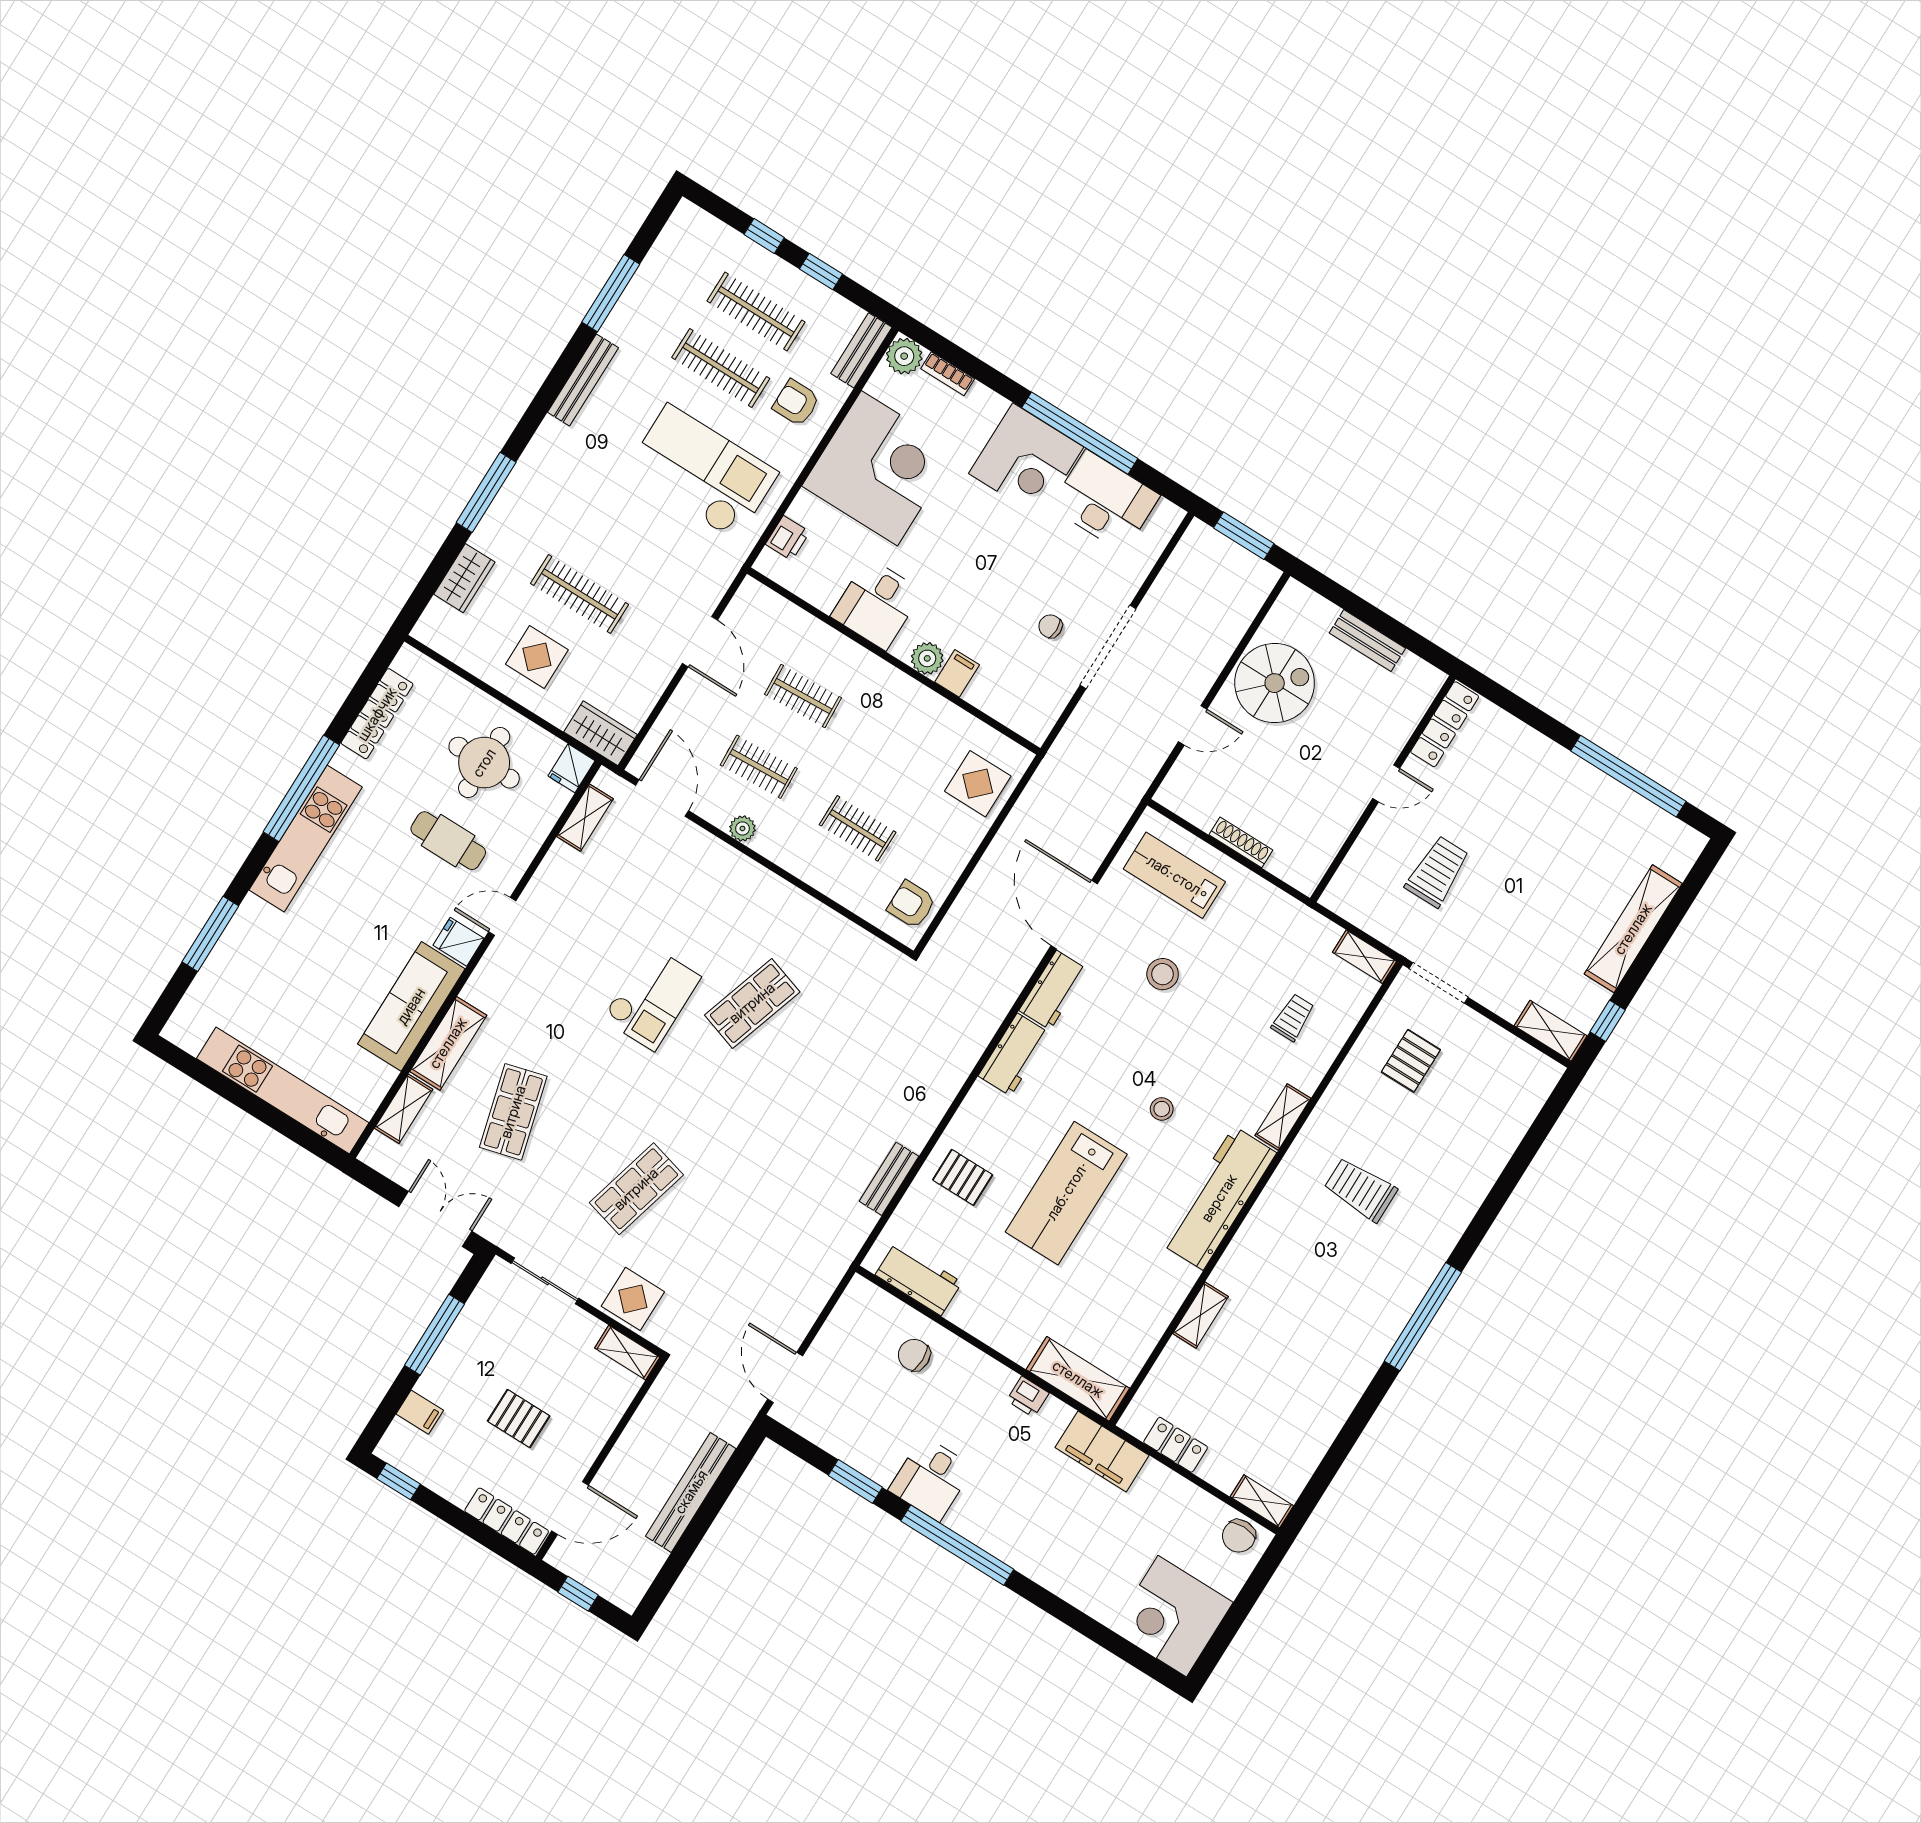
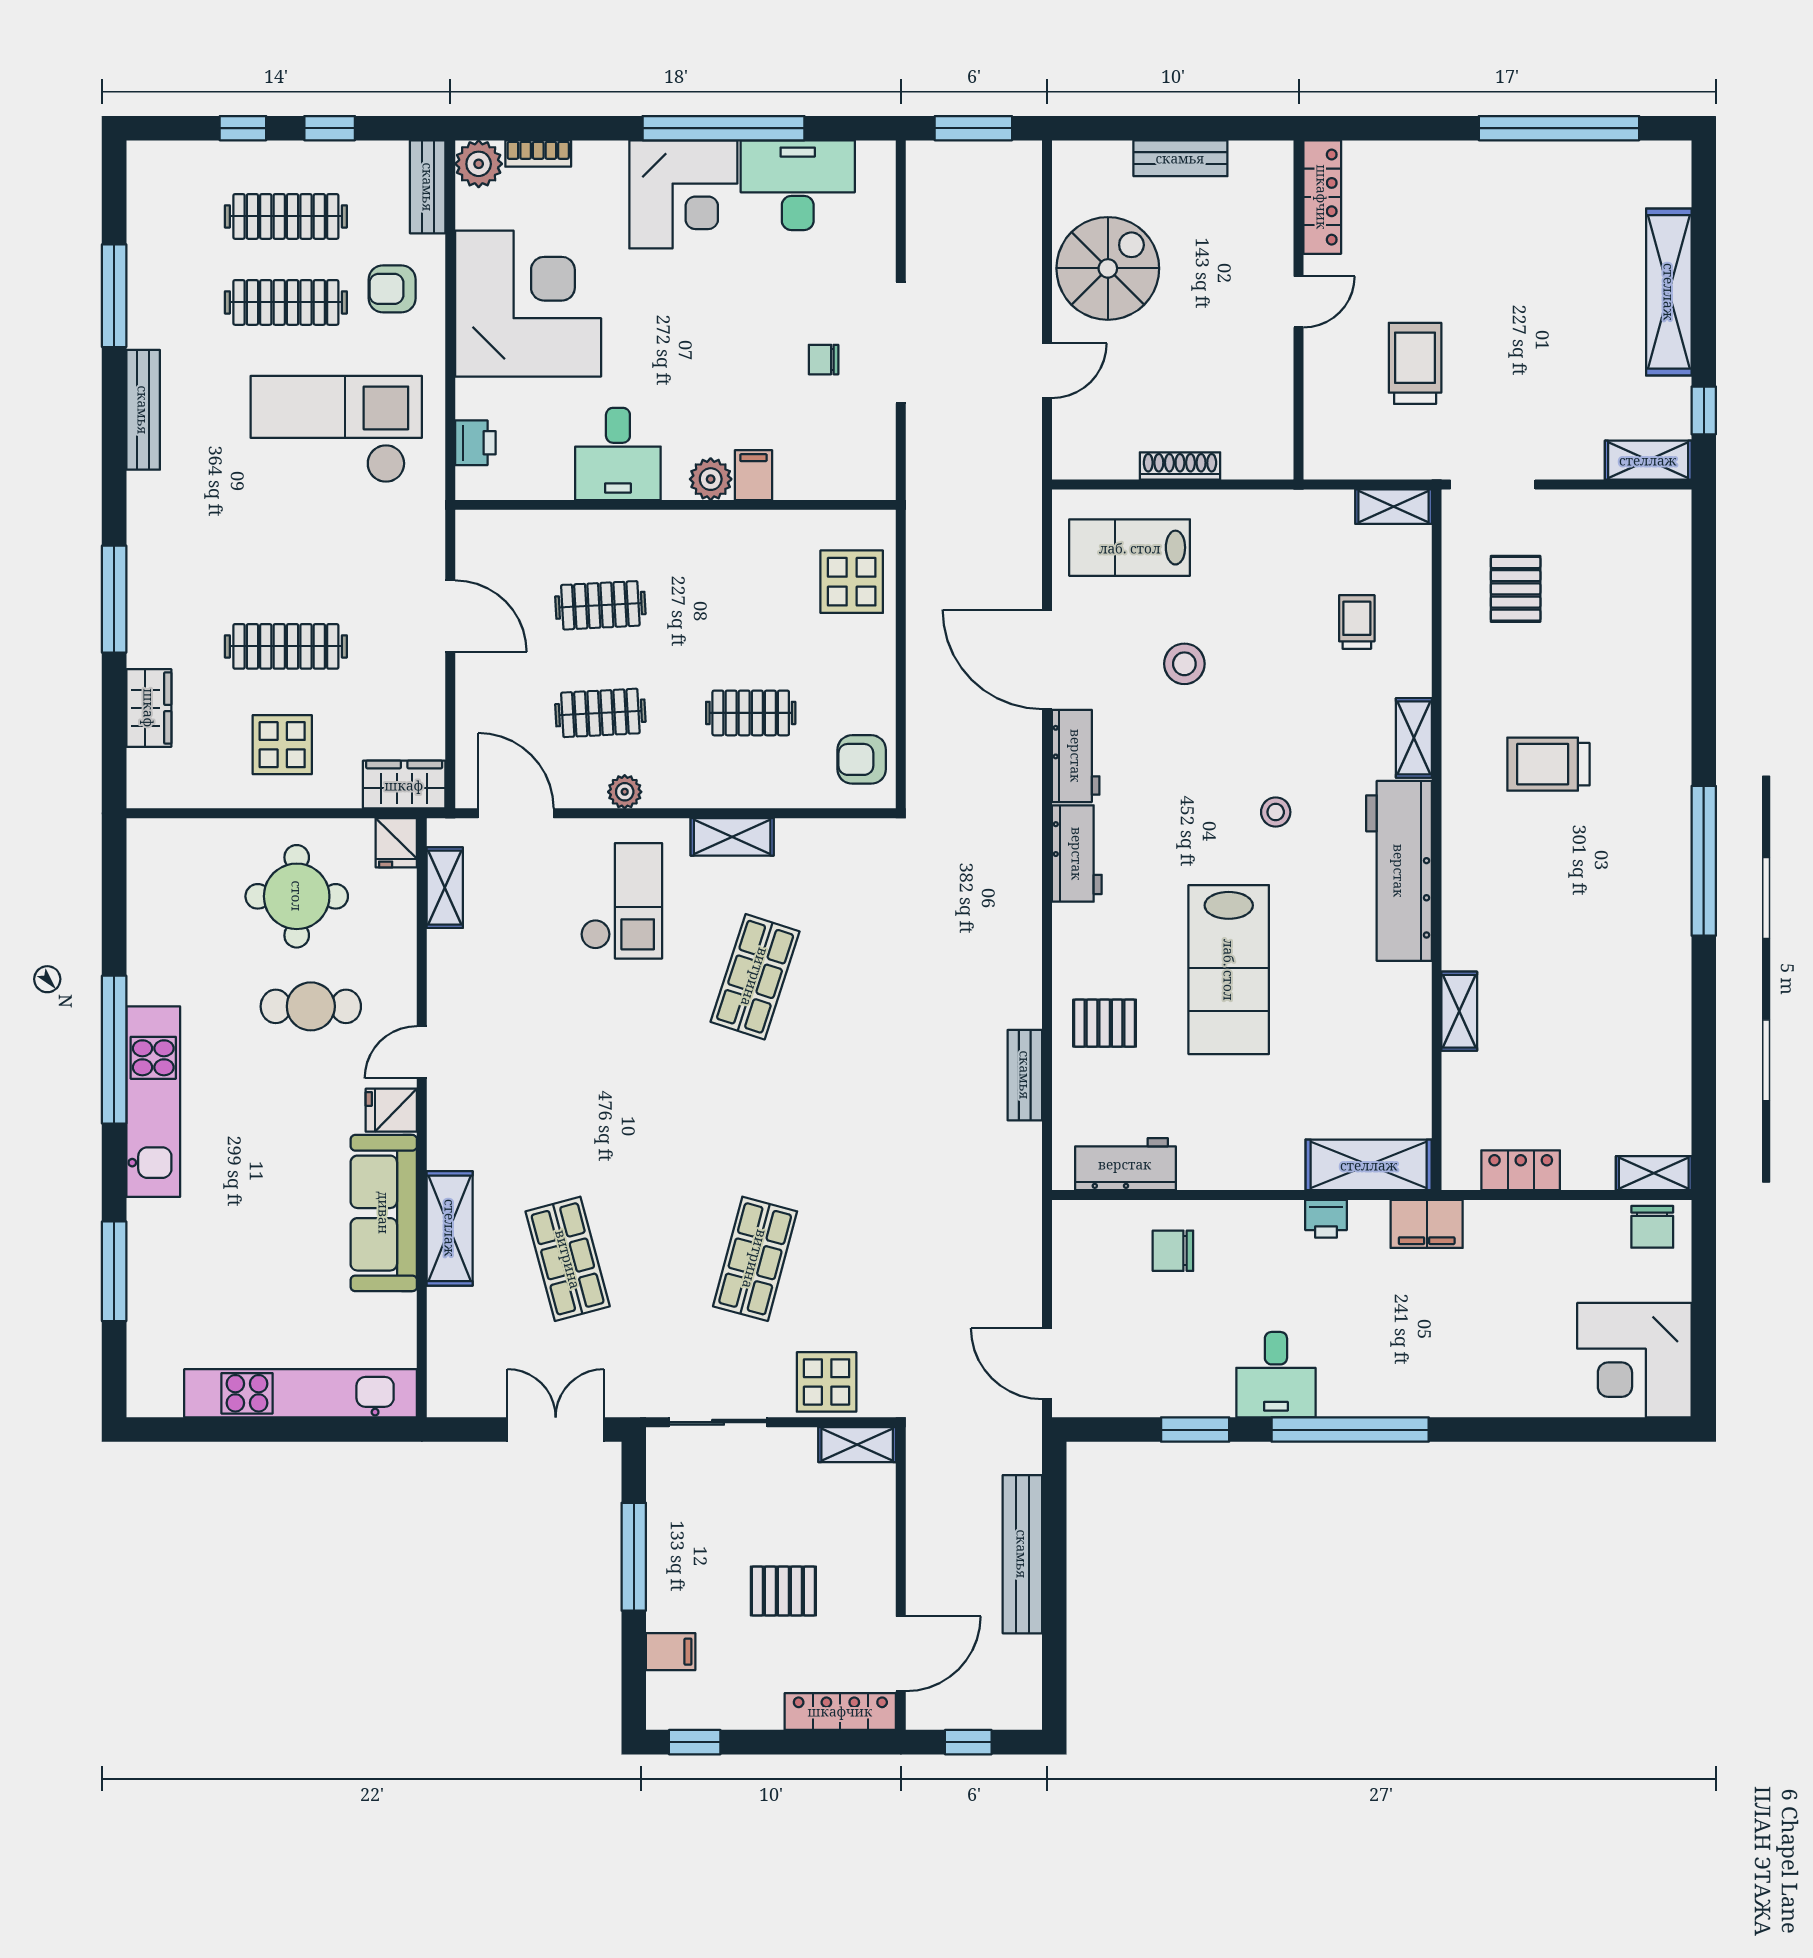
locker: (377, 714) -> (146, 916), removed
checkout: (652, 998) -> (621, 901), moved
shelving: (404, 1109) -> (732, 837), moved, turned 90
filing cabinet: (1102, 1451) -> (1427, 1224), width x0.67, depth x0.86

